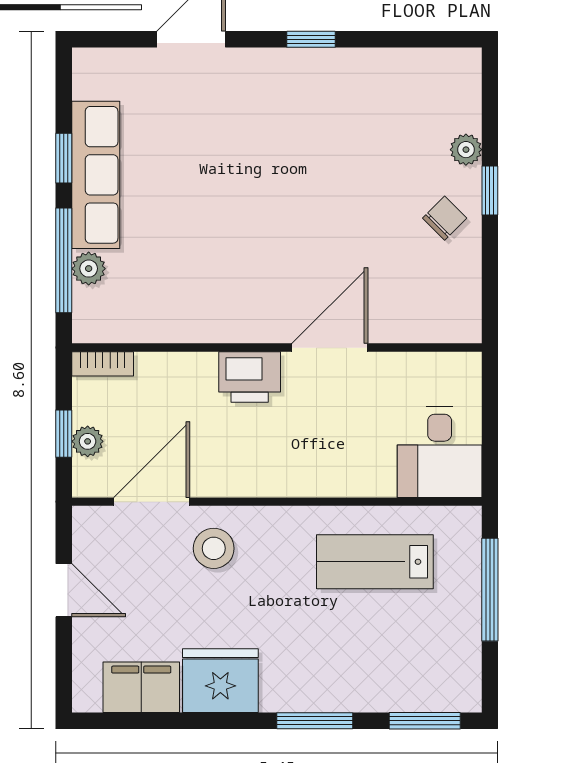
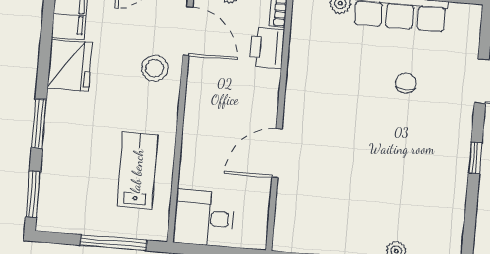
chair: (445, 218) -> (406, 83), moved, turned -135
door: (330, 348) -> (277, 153), swing flipped
printer: (250, 377) -> (267, 48), moved

